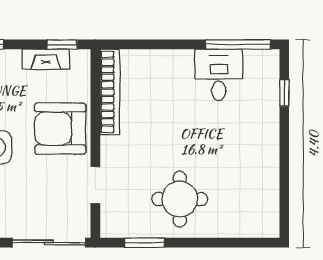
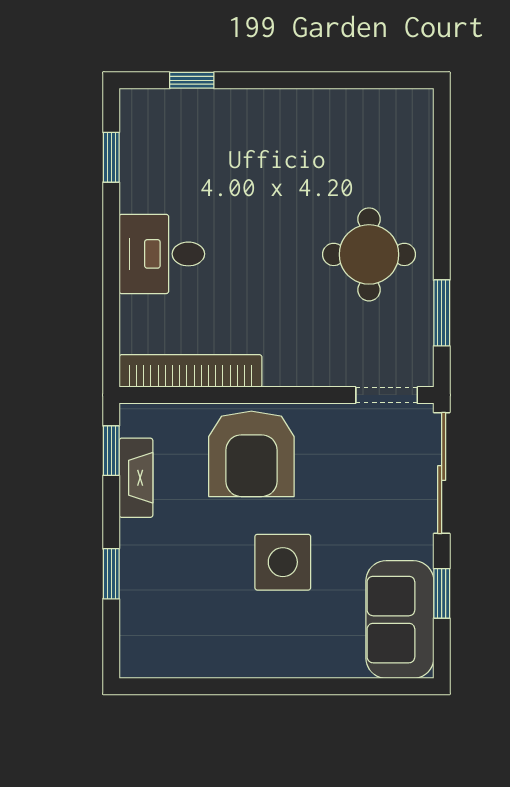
window: (238, 44) -> (111, 157), width x0.46
desk: (219, 75) -> (162, 254), moved
doorway: (95, 185) -> (387, 395), moved

